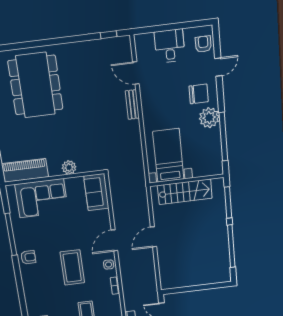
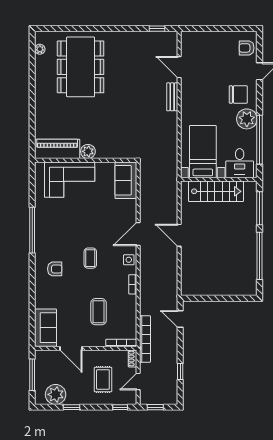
armchair: (203, 44) -> (247, 48), turned -90
desk: (170, 46) -> (240, 163), moved, turned 180
plant: (69, 167) -> (88, 151), moved
window: (11, 234) -> (32, 230), moved
door: (153, 237) -> (179, 235), hinge flipped
armchair: (28, 257) -> (55, 269), moved
coffee table: (72, 267) -> (90, 258), width x0.54, depth x0.58

